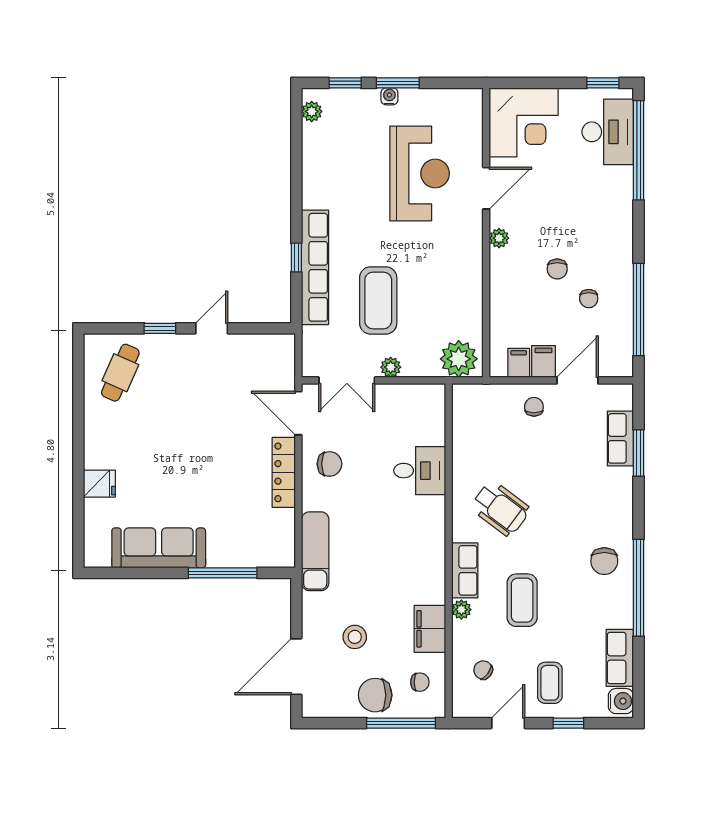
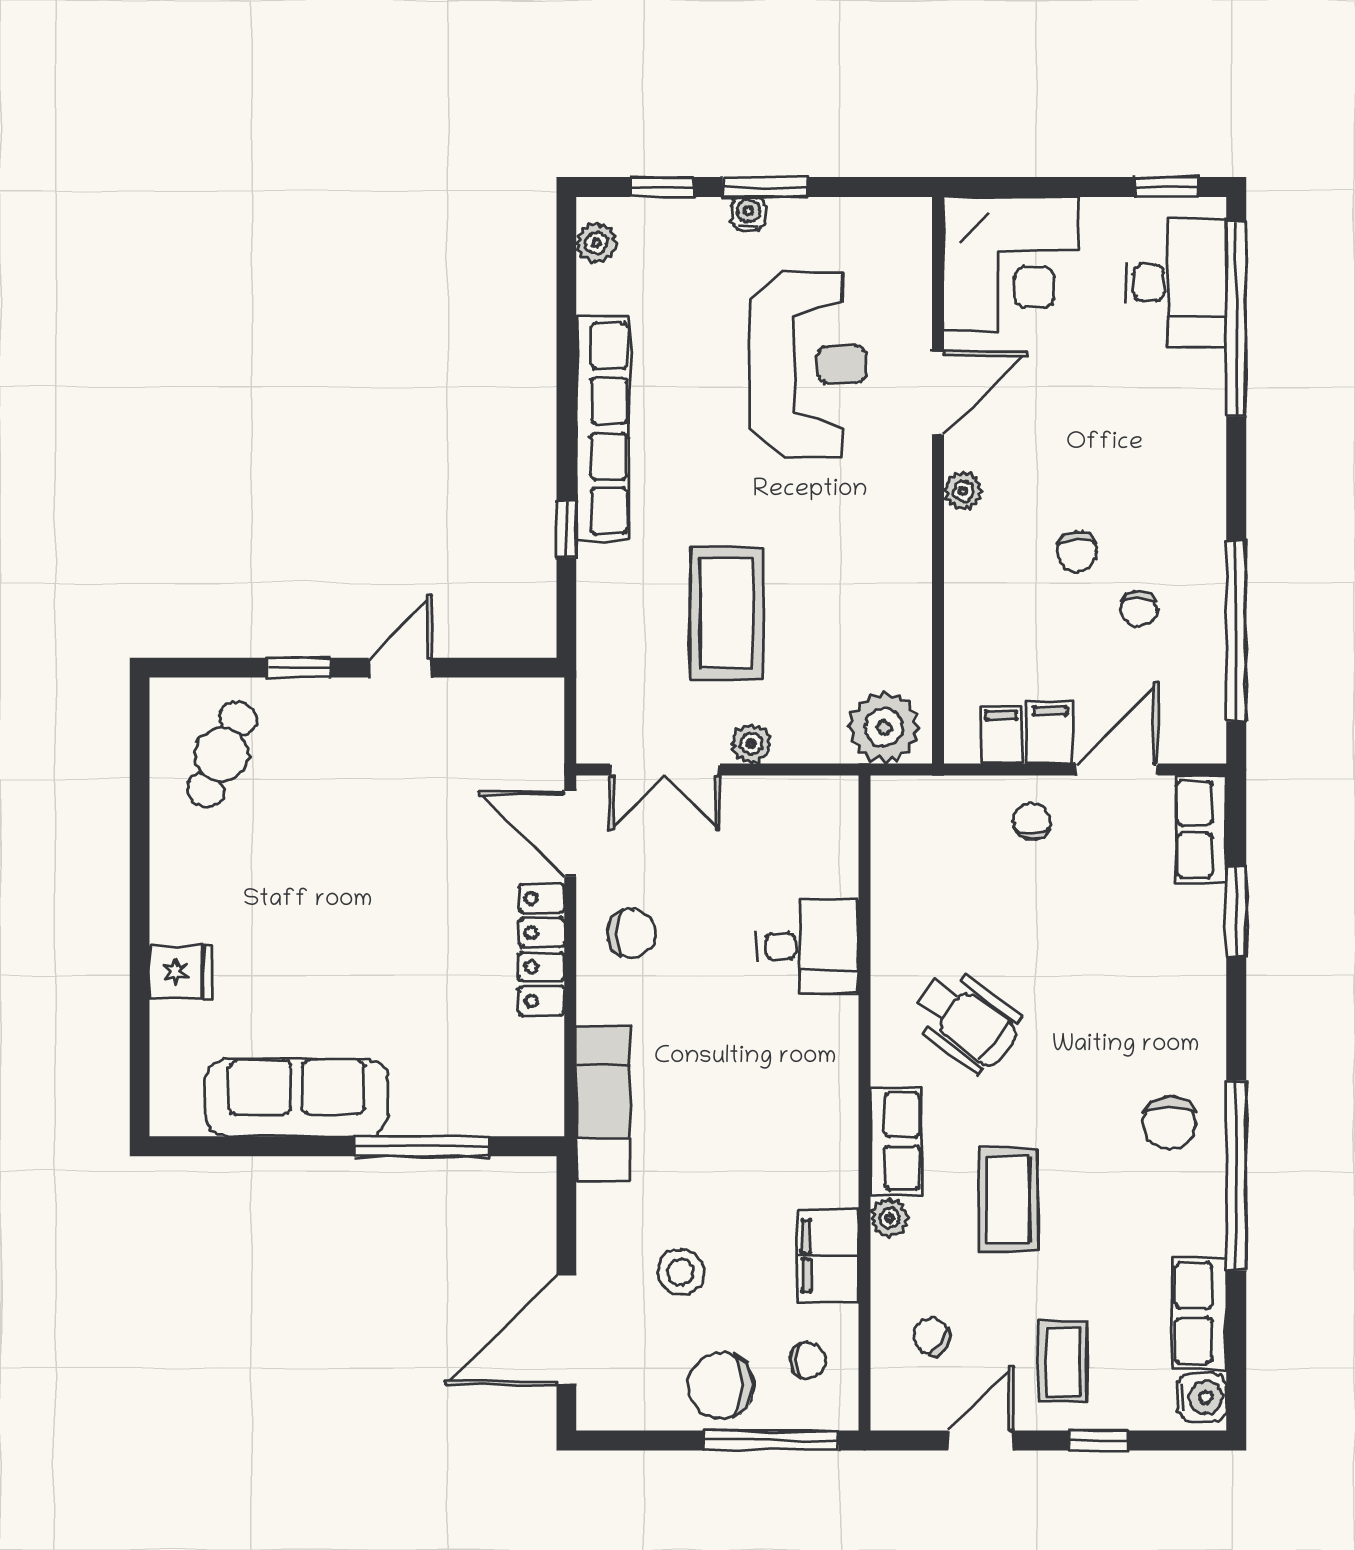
row of seats: (315, 267) -> (603, 428), moved
row of seats: (620, 438) -> (1201, 829), moved

